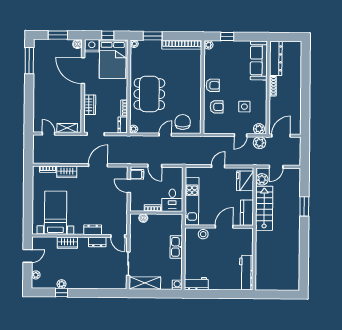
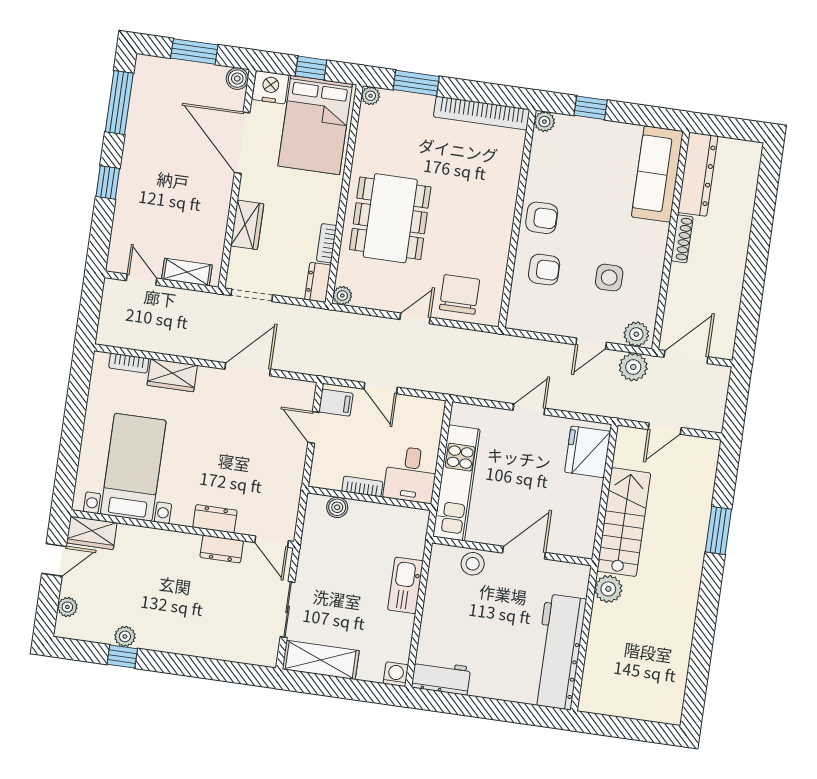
window: (29, 95) -> (108, 183), added
plant: (262, 179) -> (608, 589), moved
kitchen counter: (247, 213) -> (582, 527), removed
wardrobe: (67, 243) -> (92, 533), moved
workbench: (246, 273) -> (559, 652), width x1.36, depth x1.32

